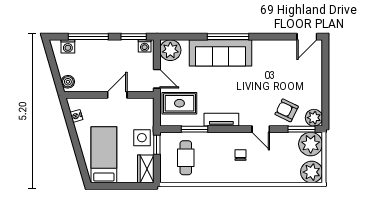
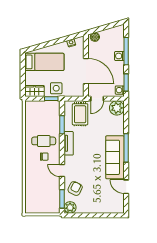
door: (307, 37) -> (126, 187), moved
washing machine: (68, 46) -> (119, 56), moved
sofa: (220, 53) -> (115, 157), moved
door: (117, 95) -> (86, 71), width x1.87
door: (261, 129) -> (62, 171), hinge flipped
plant: (311, 144) -> (52, 205), removed
cafe table: (186, 158) -> (44, 141), moved
plant: (312, 172) -> (32, 206), removed

